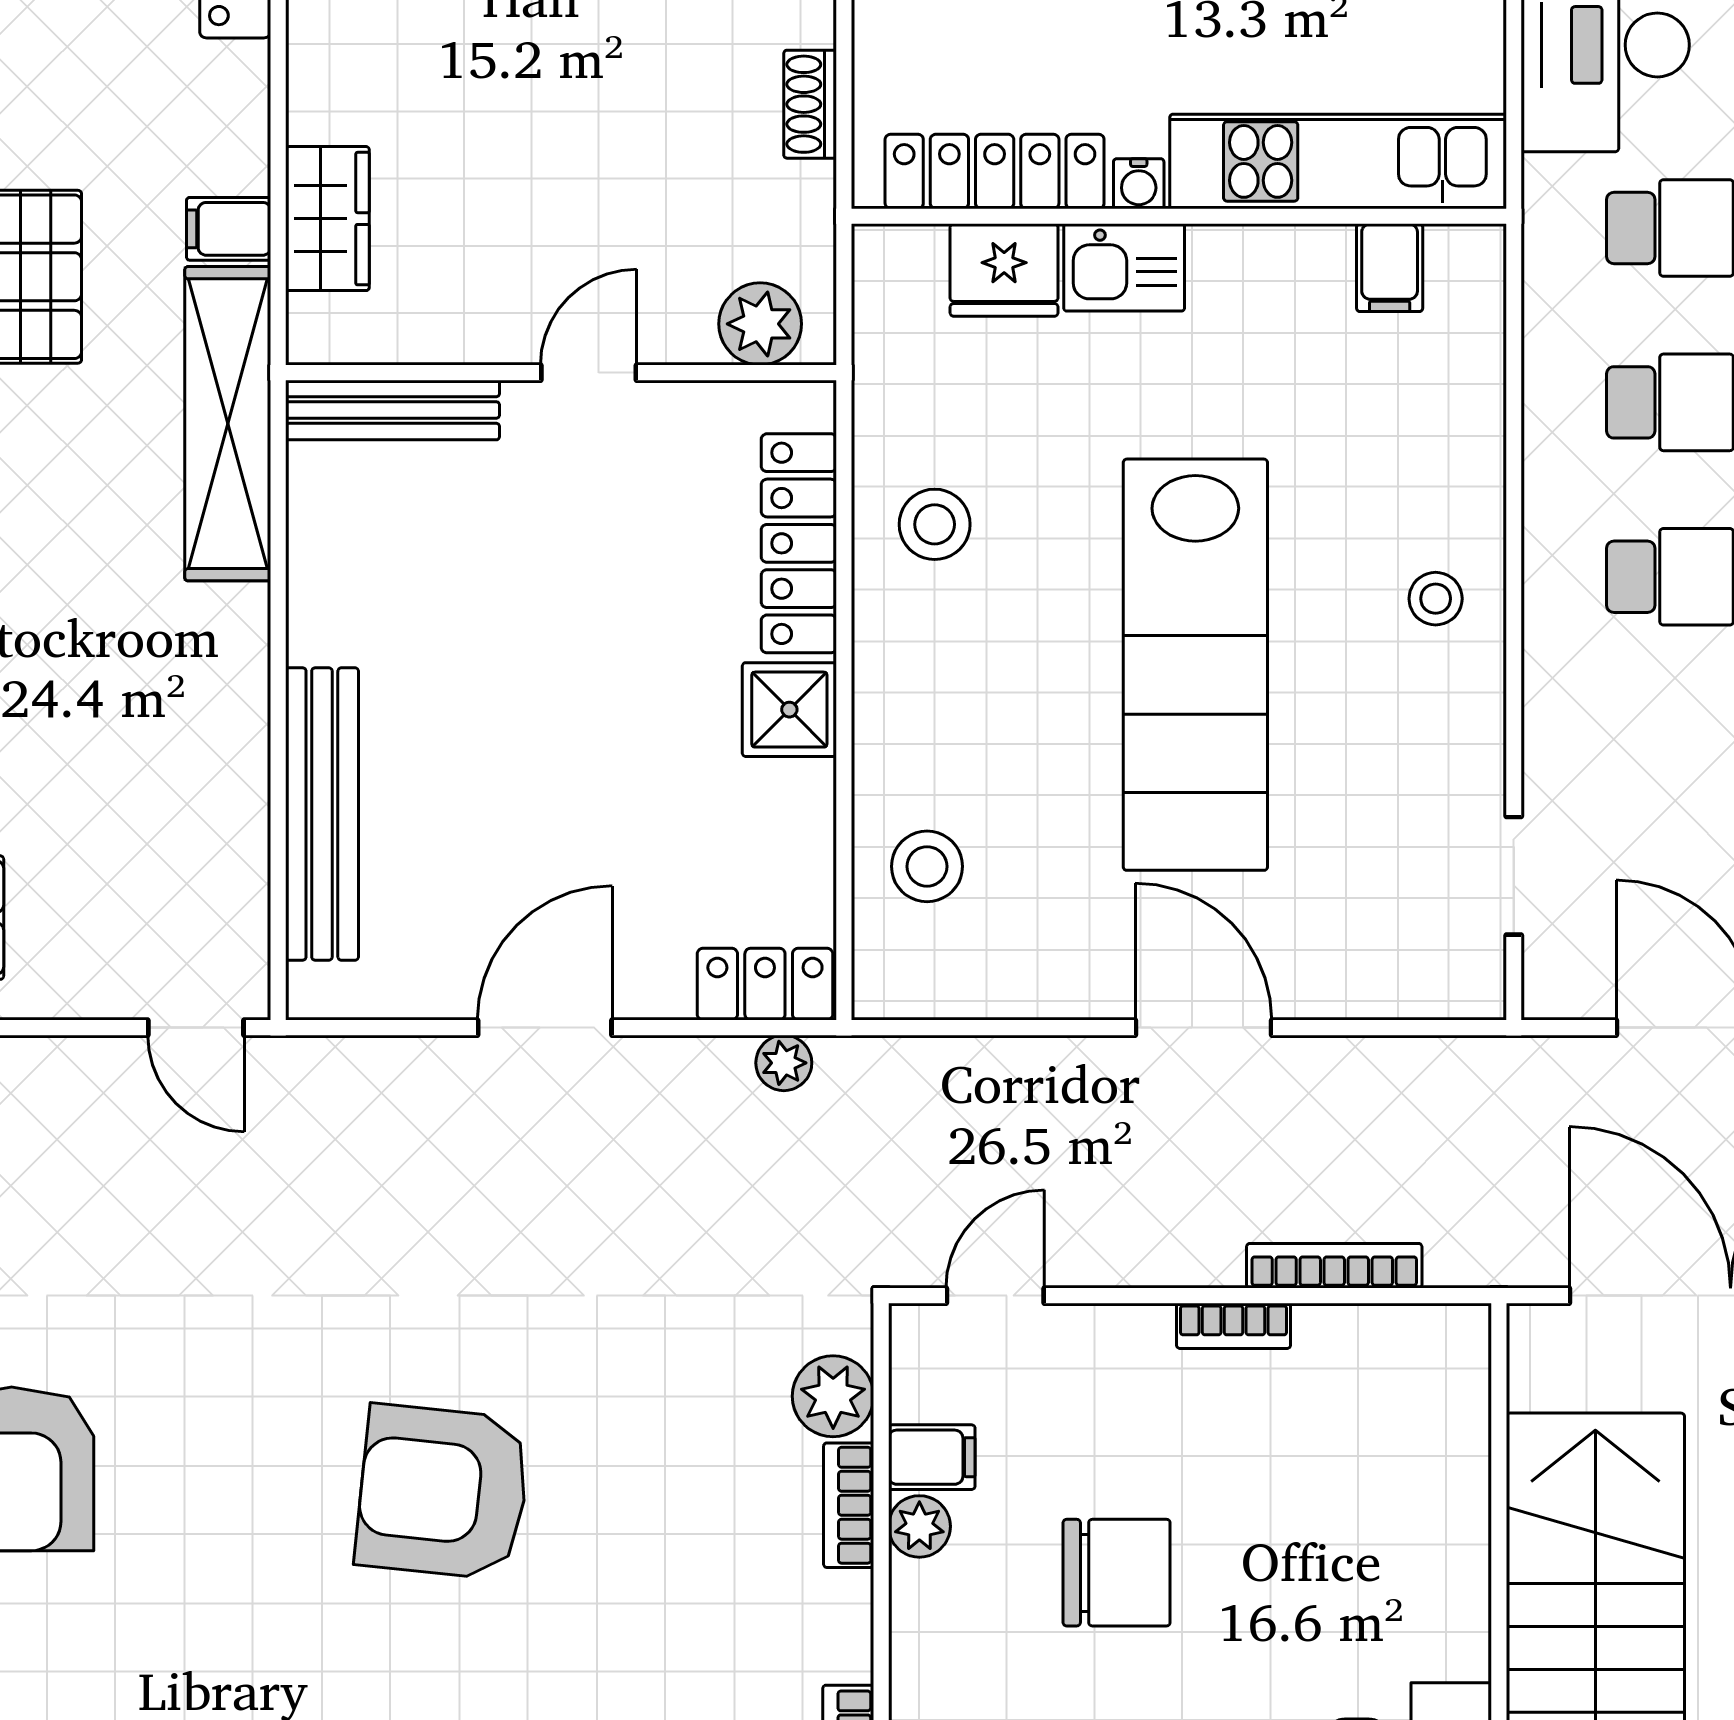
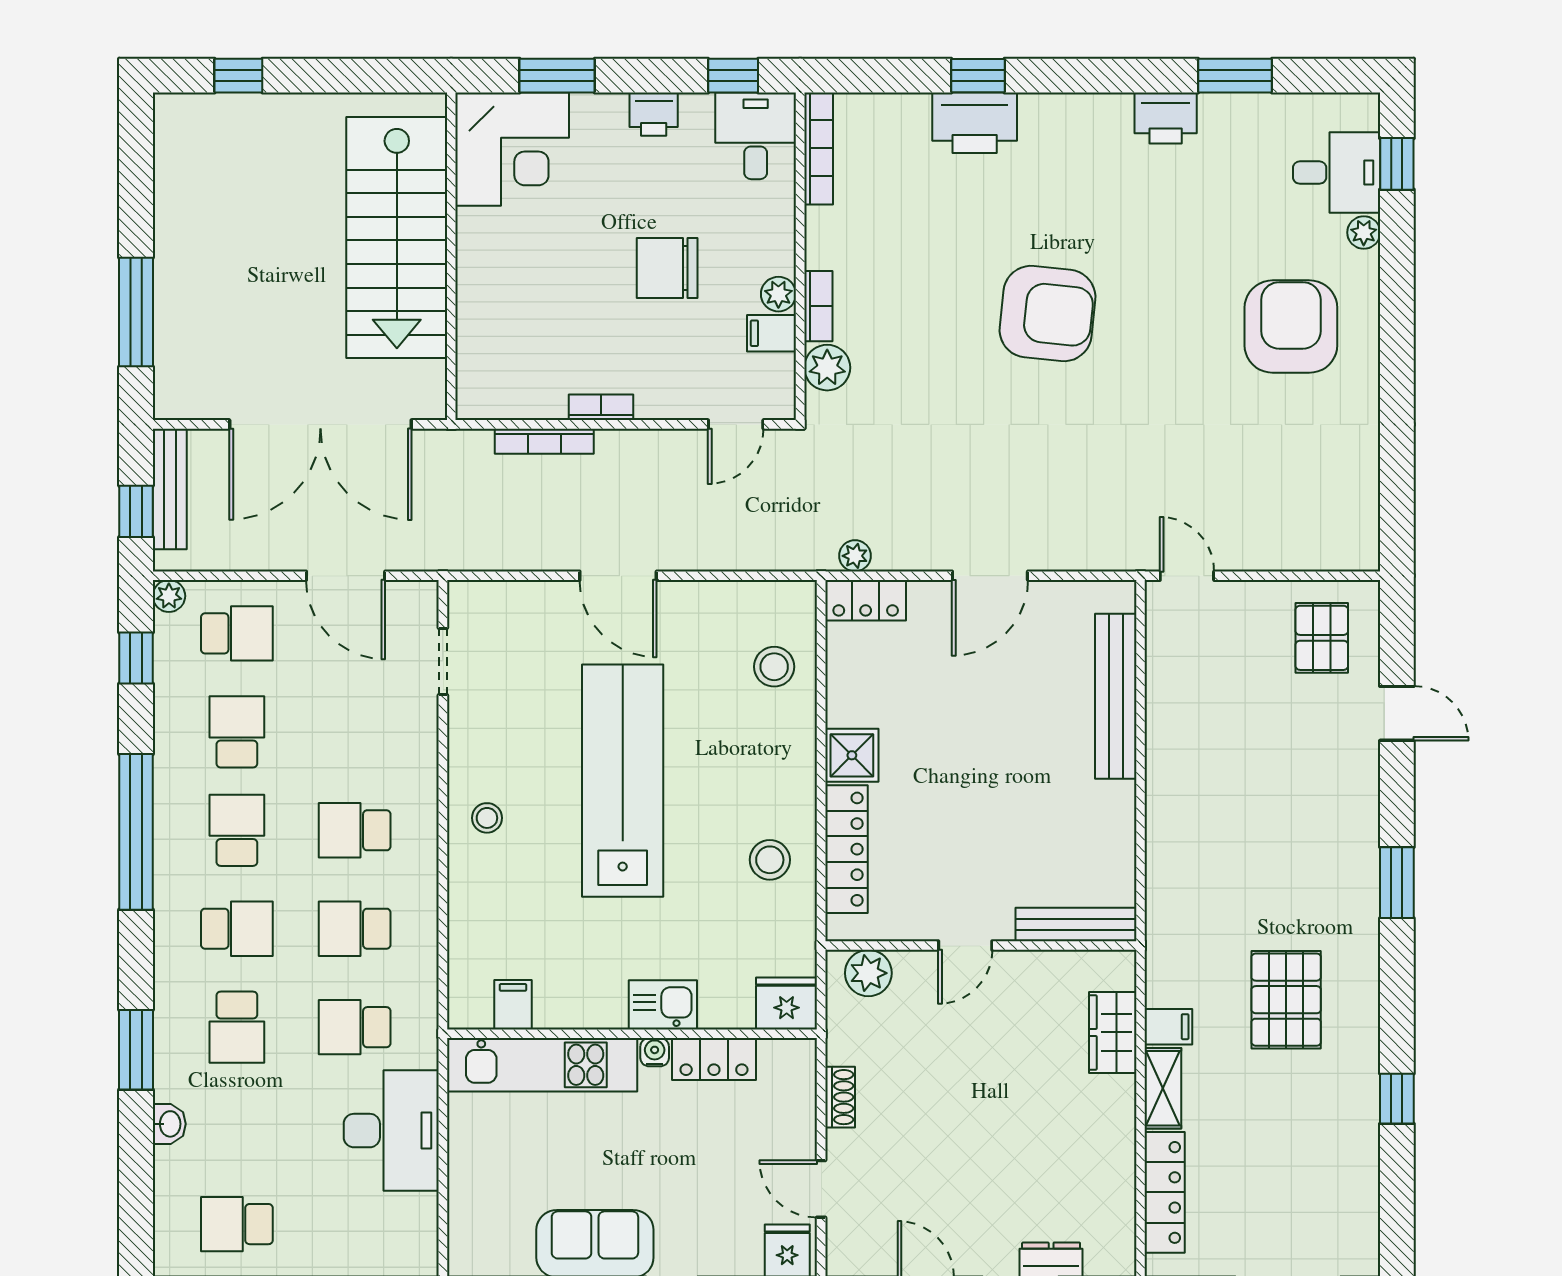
locker: (995, 171) -> (714, 1059), width x0.66
fridge: (1004, 270) -> (787, 1003), moved
shelving: (228, 424) -> (1163, 1088), moved, width x0.45, depth x0.75

